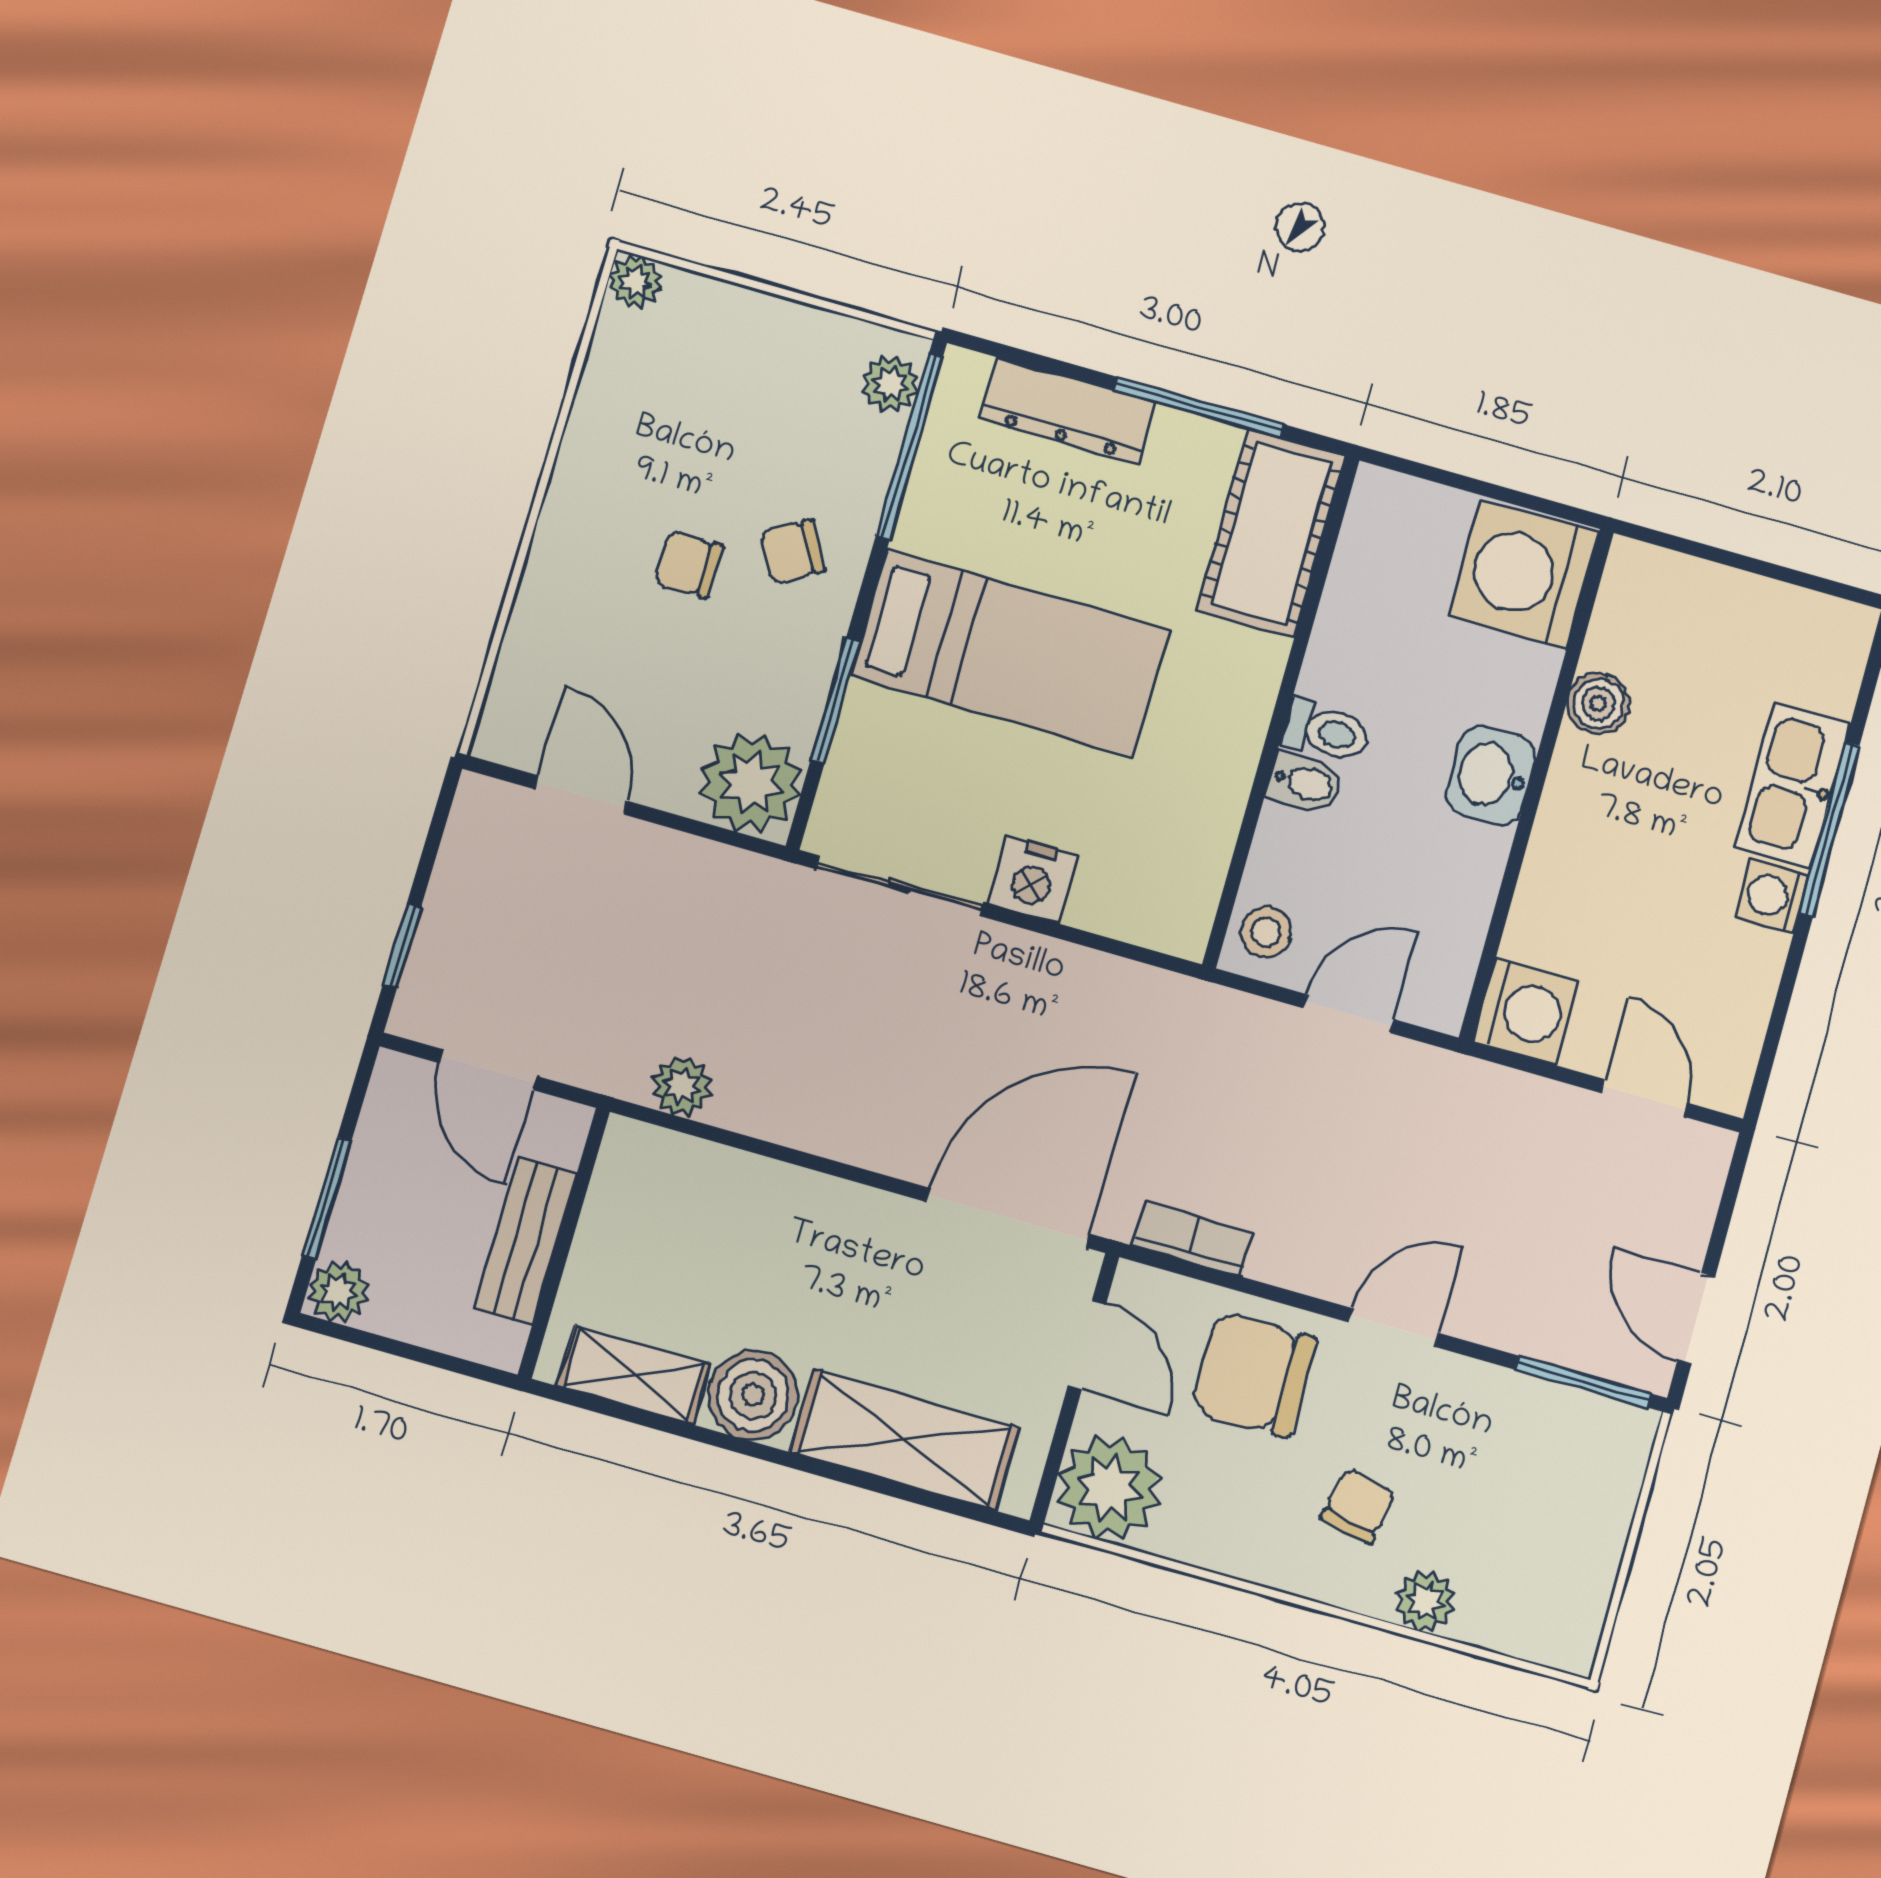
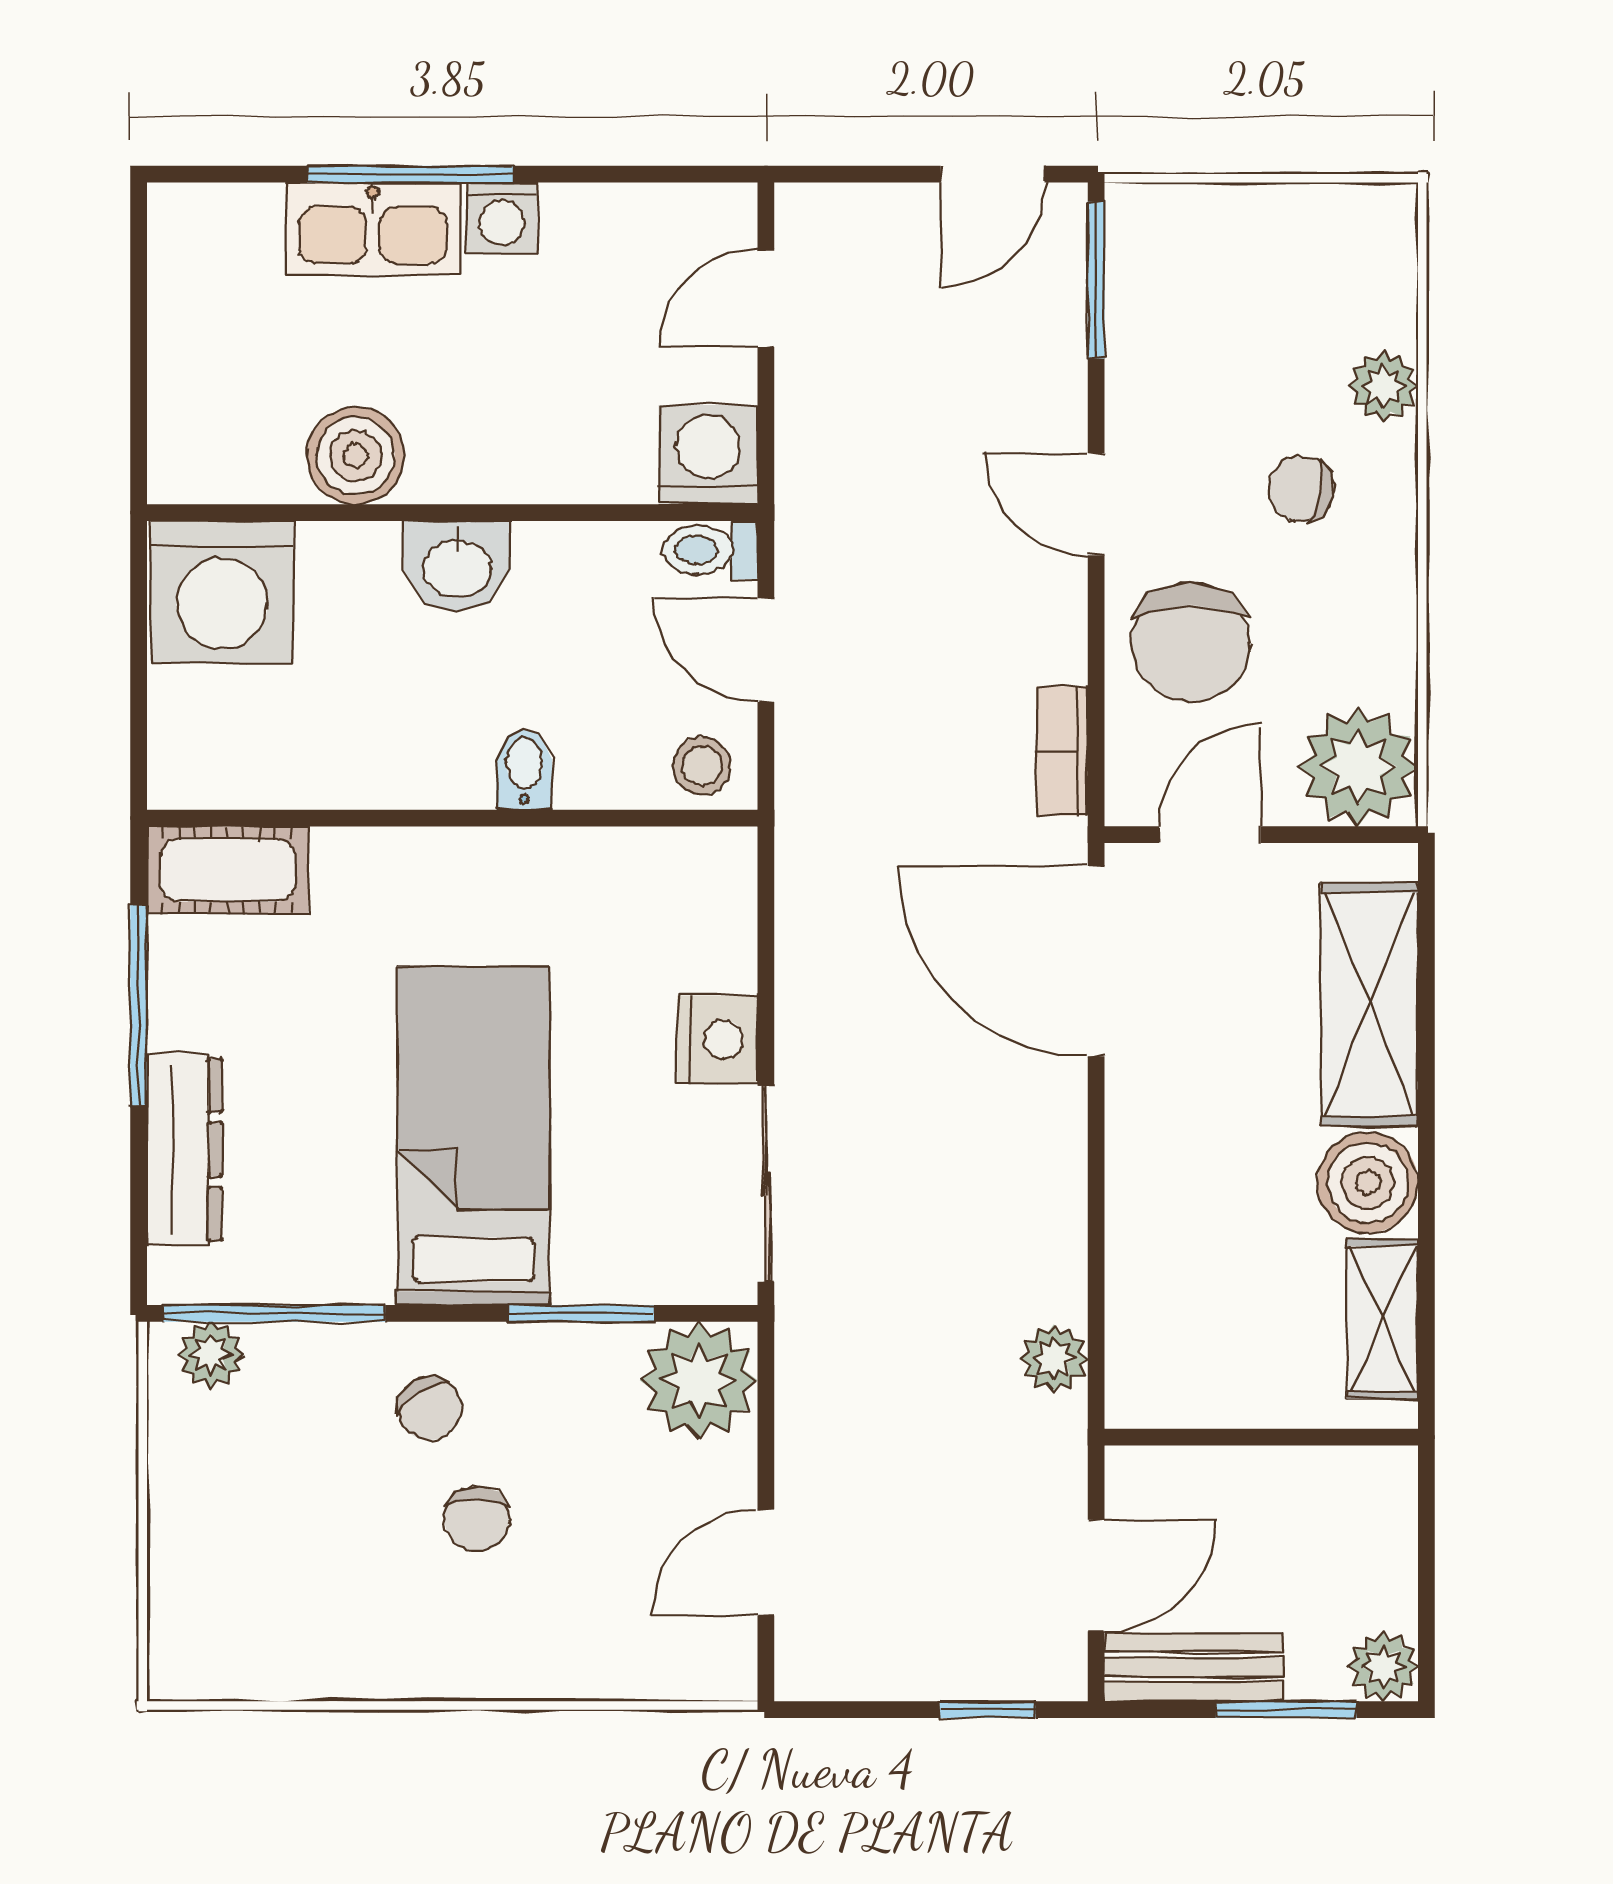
plant: (635, 282) -> (178, 1670), removed
cot: (1271, 534) -> (227, 870), width x0.73, depth x0.75
boiler: (1598, 704) -> (356, 456), width x1.36, depth x1.36
toilet: (1326, 732) -> (710, 550), moved, turned -90
bench: (526, 1241) -> (1194, 1667), moved

